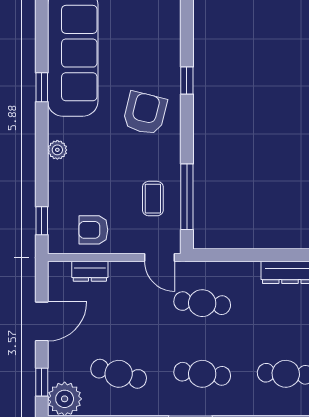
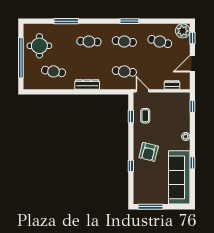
window: (187, 197) -> (131, 117), width x0.46
armchair: (93, 230) -> (170, 102), removed

